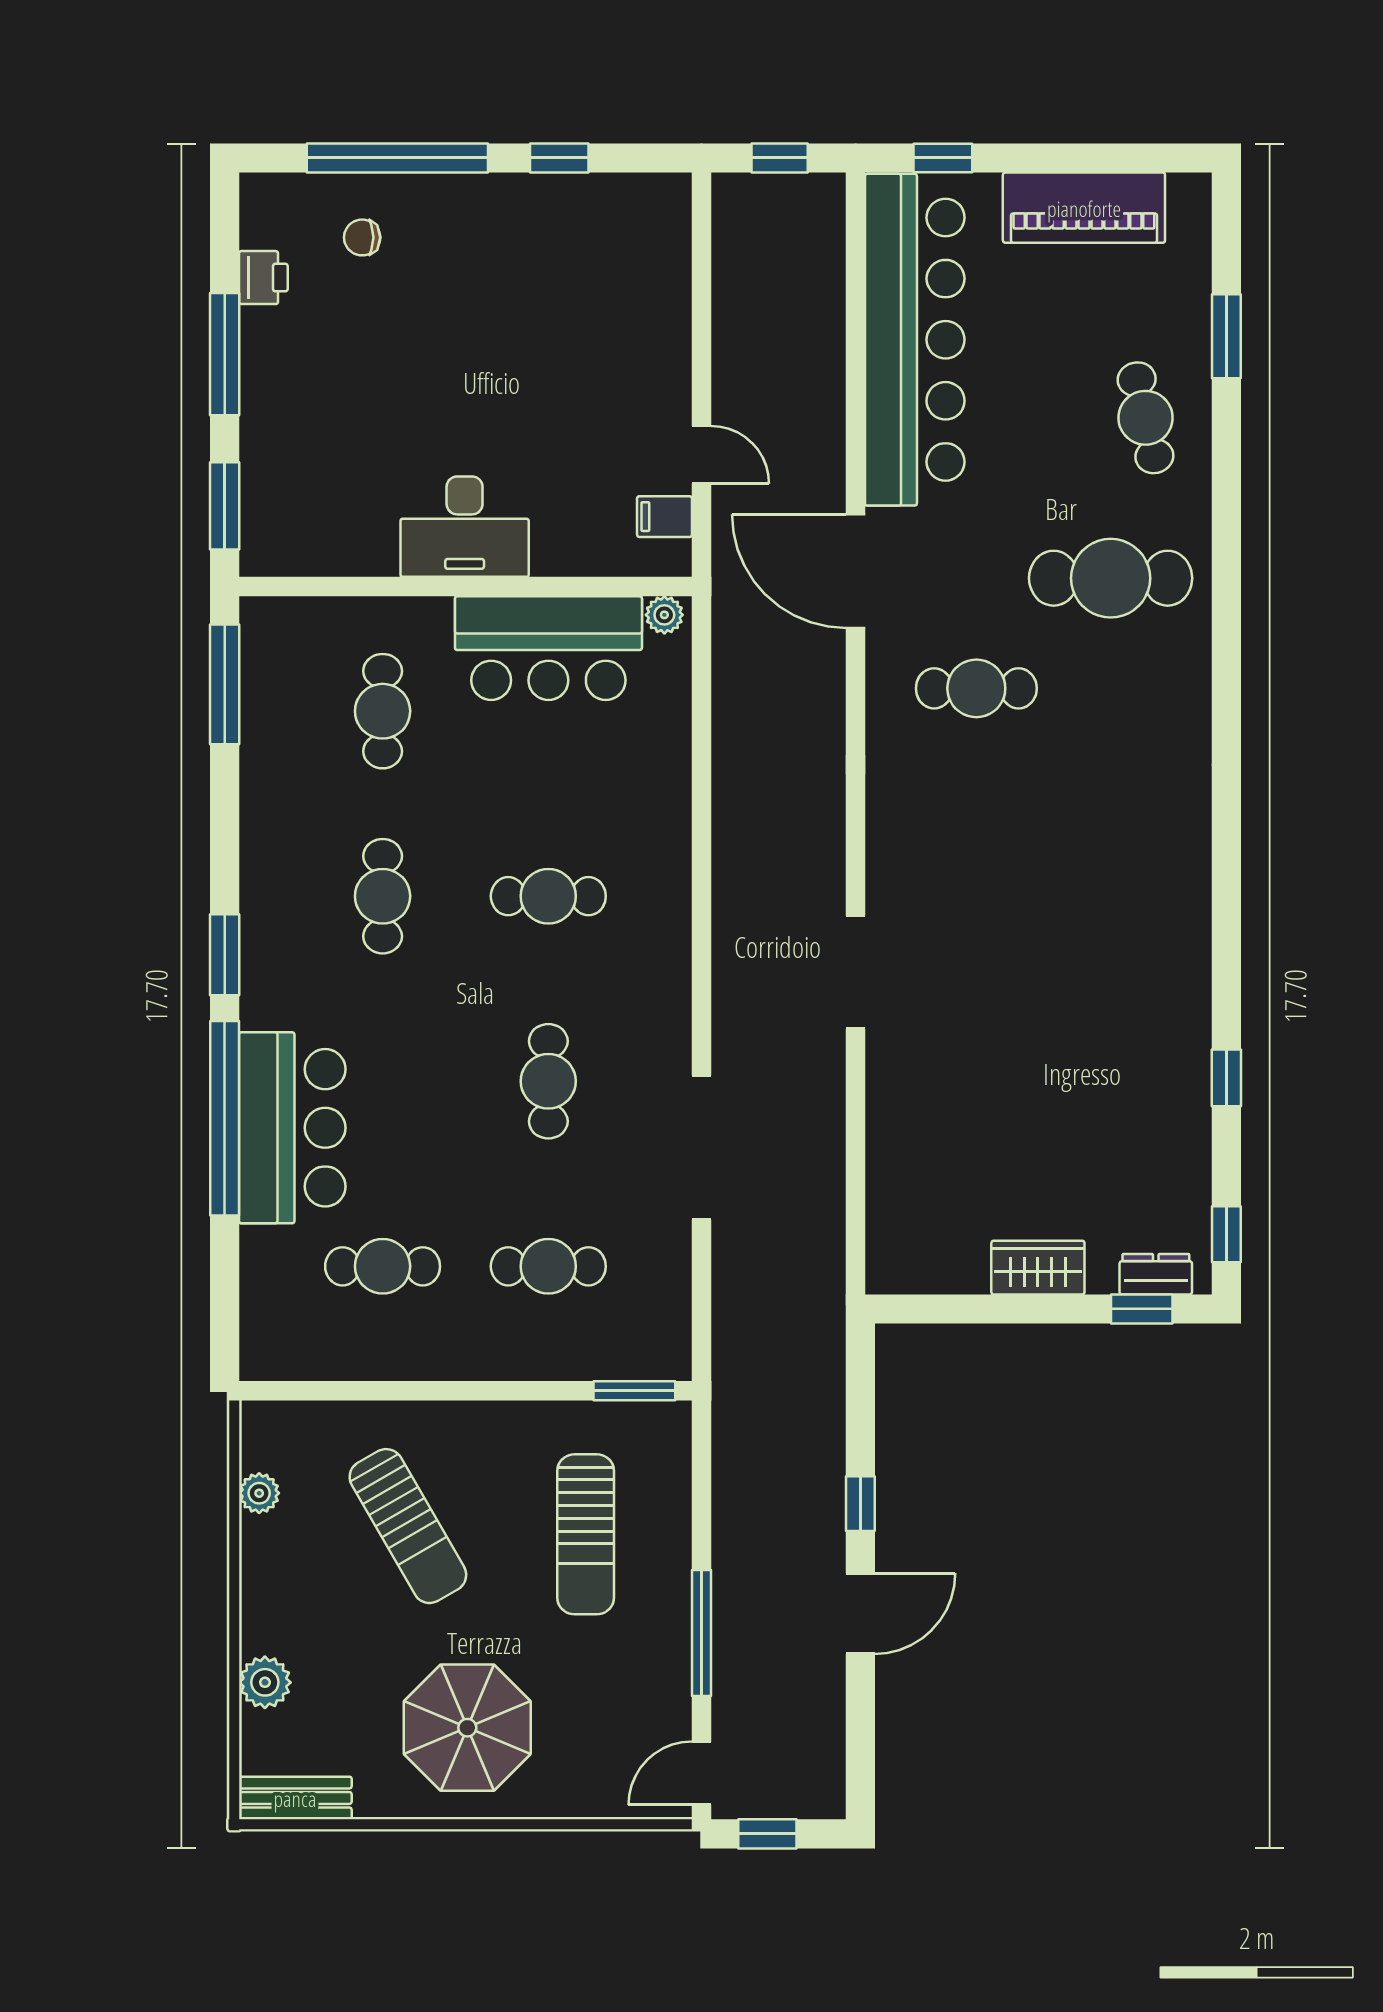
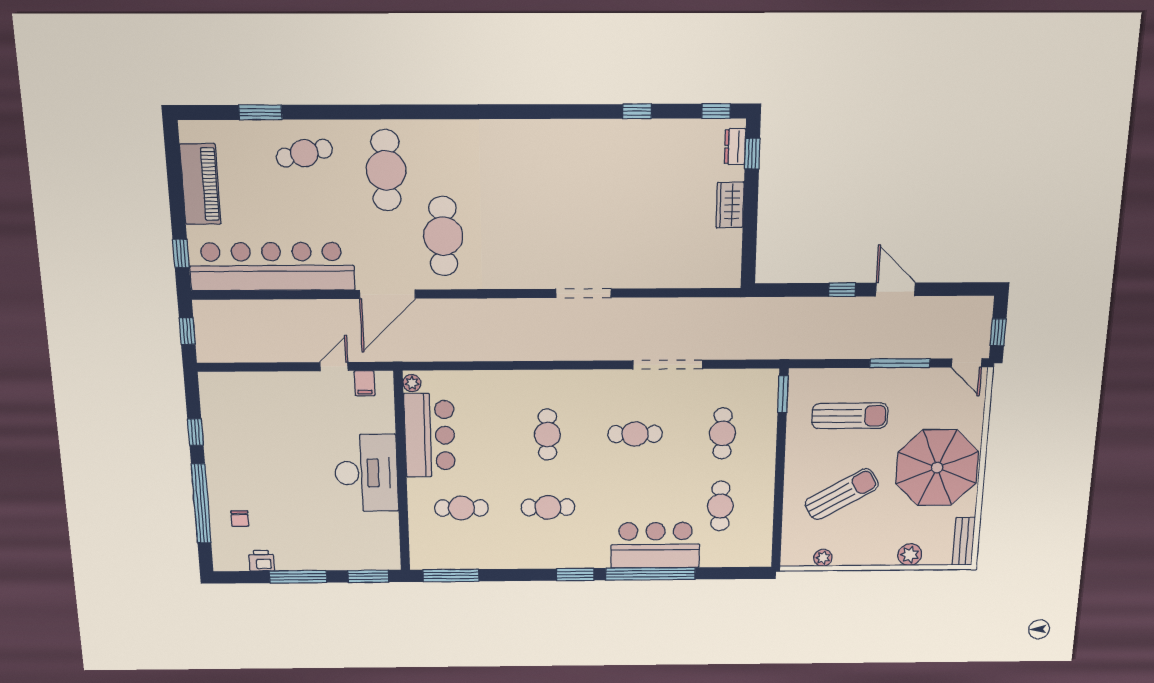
desk: (465, 527) -> (366, 473), width x1.36, depth x1.30
cafe table: (976, 688) -> (443, 236), width x1.37, depth x1.35
parasol: (467, 1728) -> (937, 468), width x1.36, depth x1.36

